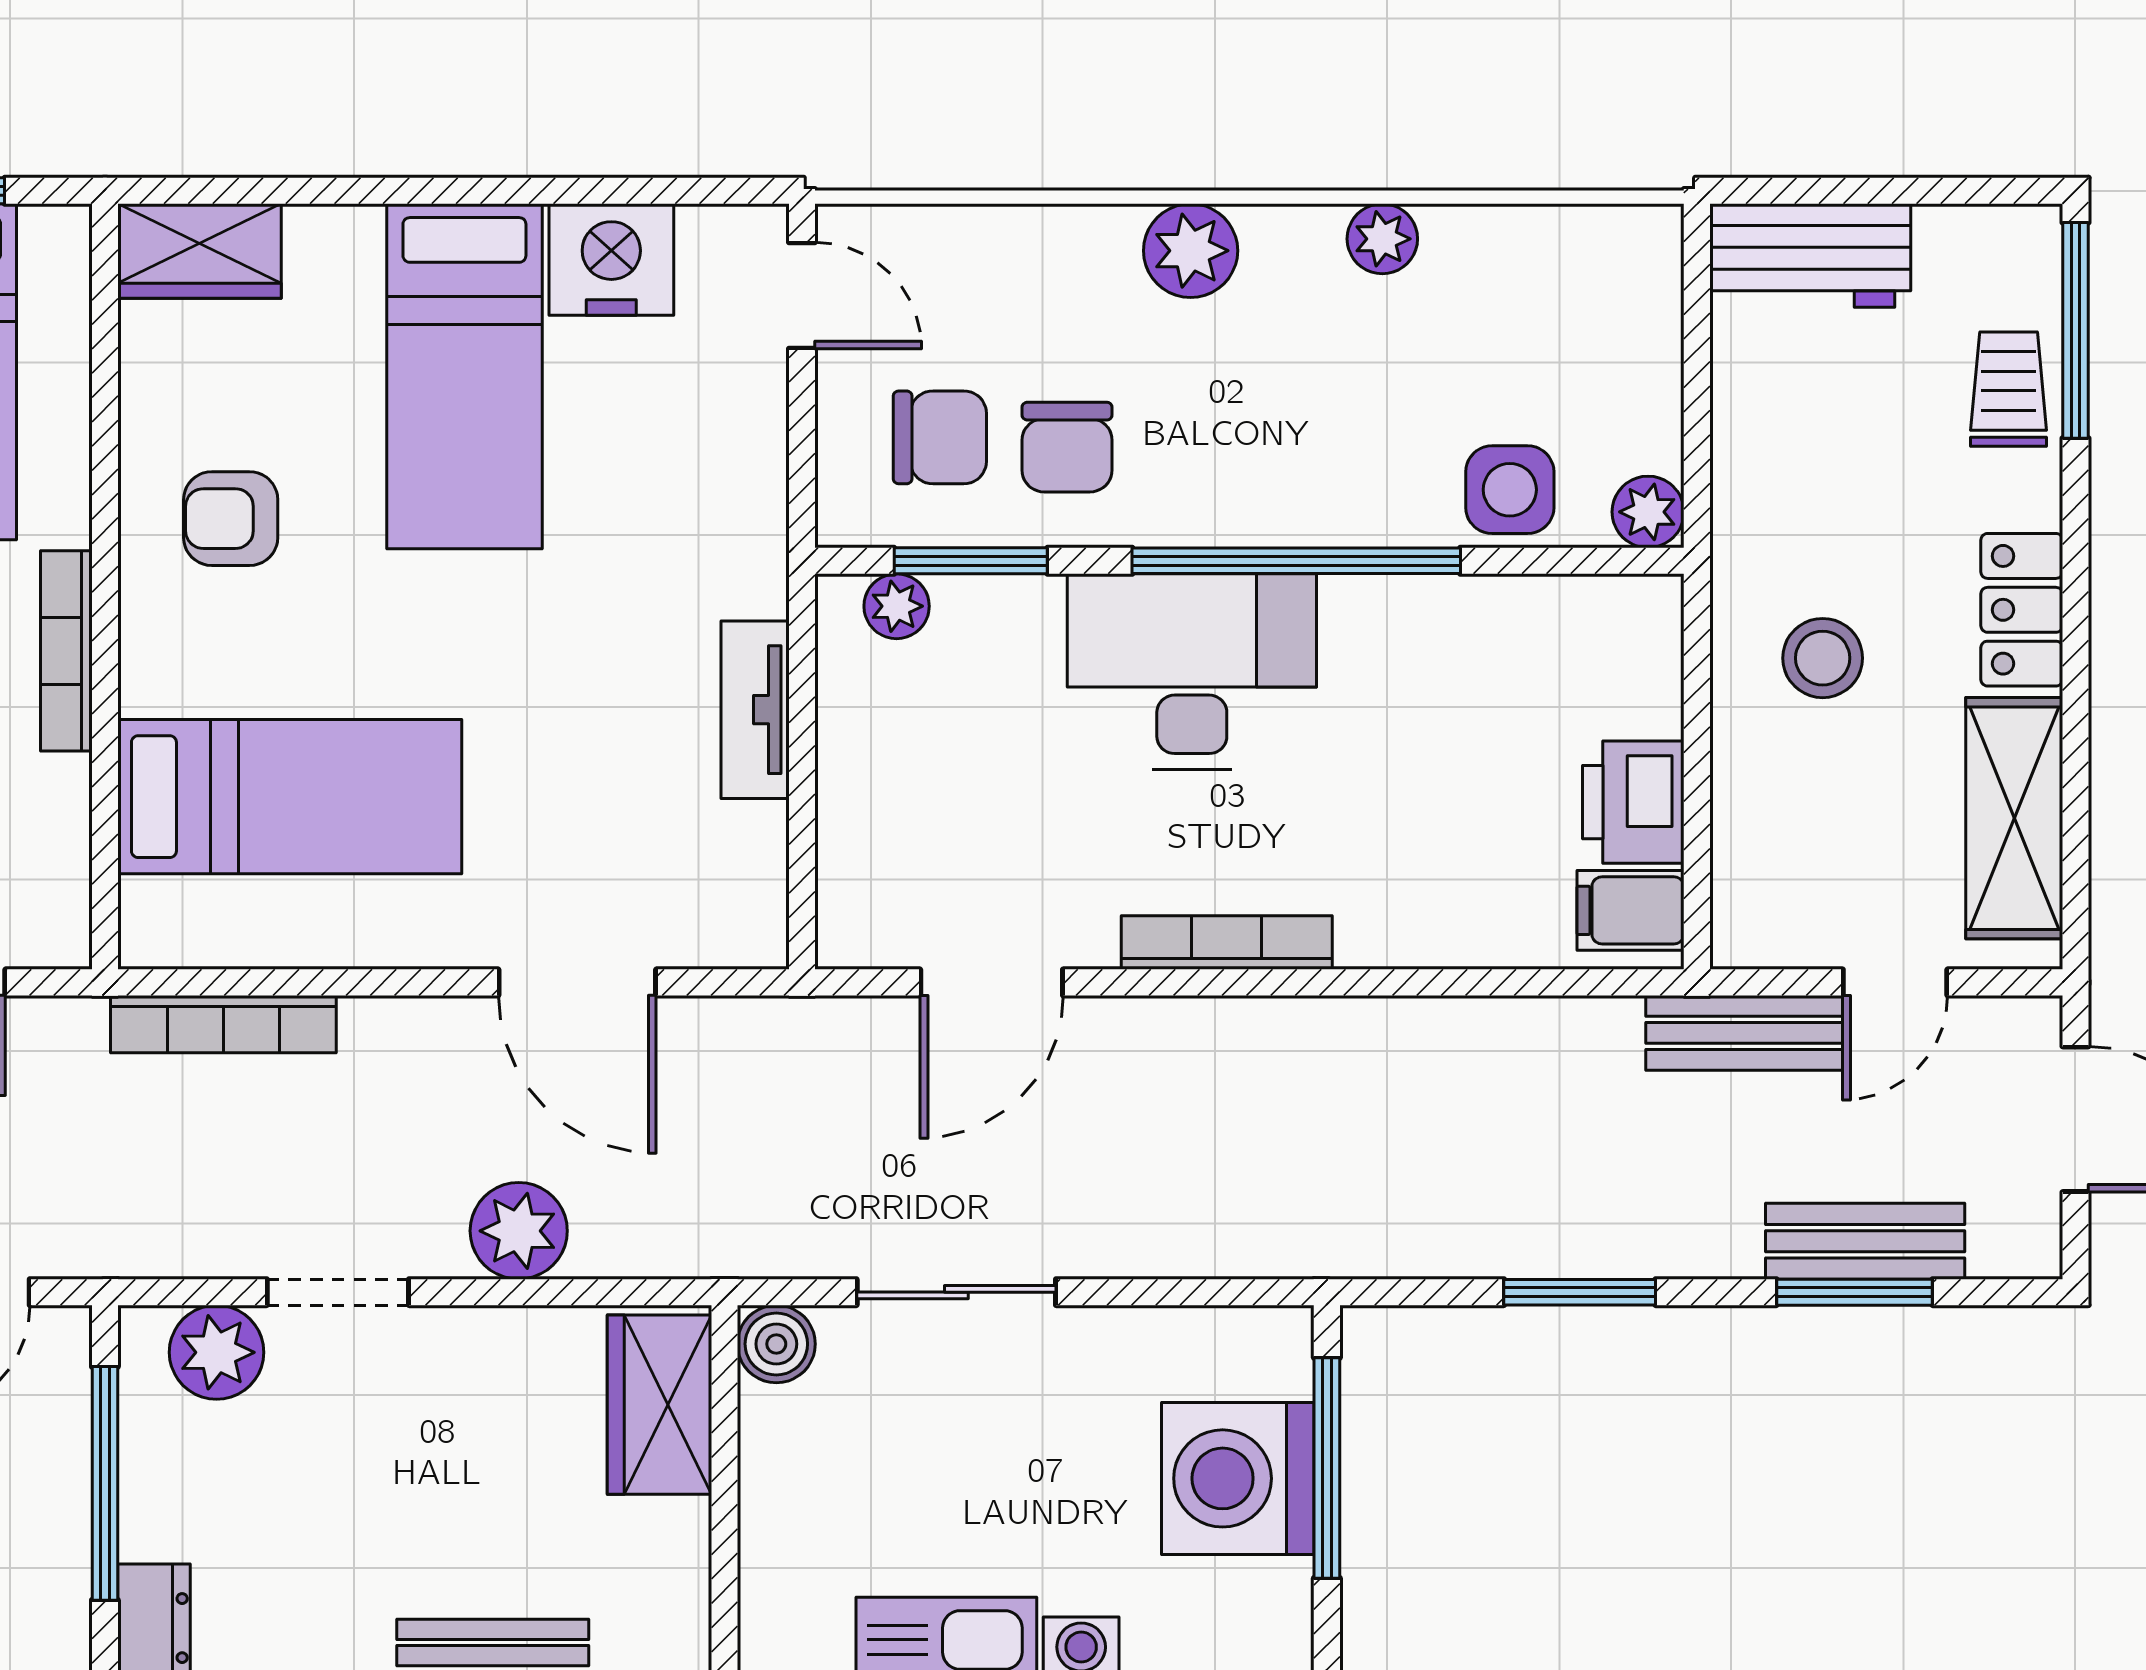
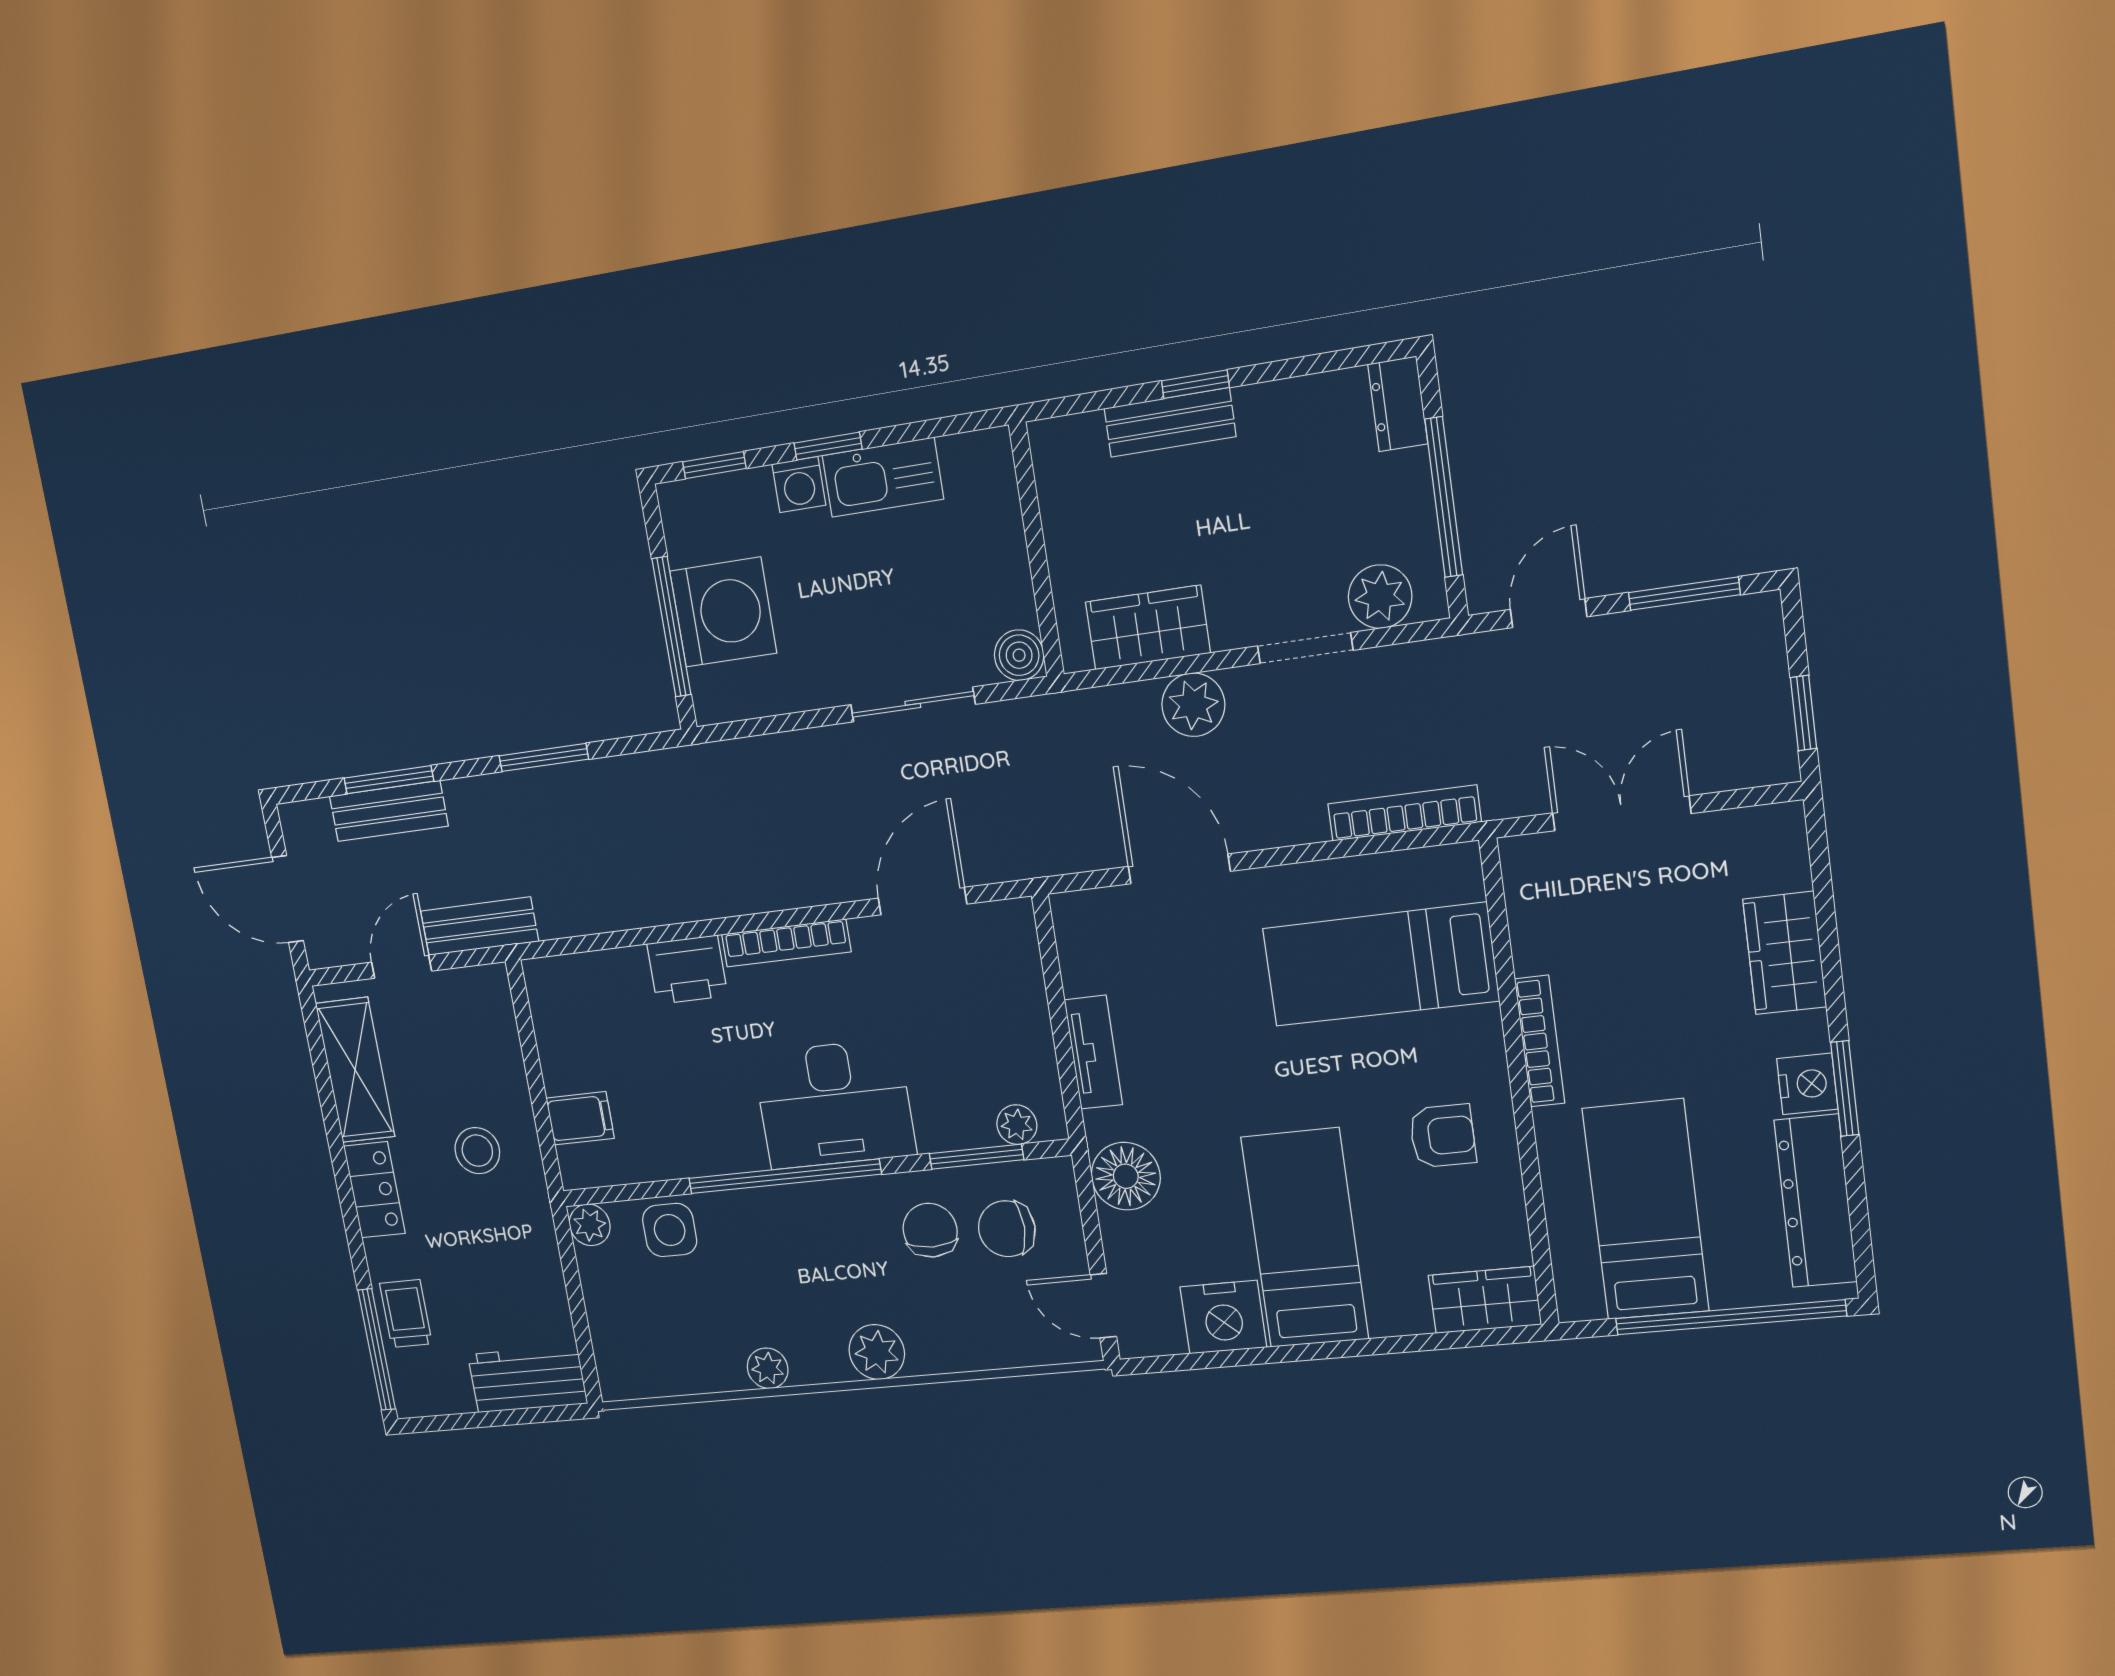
trolley: (2009, 389) -> (406, 1314), turned 180
floor lamp: (734, 505) -> (1126, 1176), added
printer: (1633, 802) -> (687, 970), moved, turned 90
filing cabinet: (1630, 910) -> (580, 1118), moved
wardrobe: (659, 1405) -> (1148, 628), moved, turned -90

